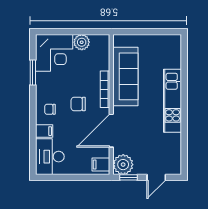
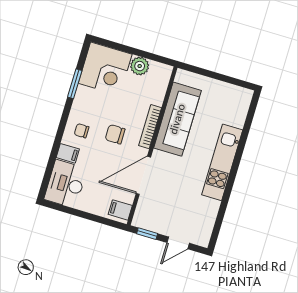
plant: (123, 165) -> (145, 217), removed

